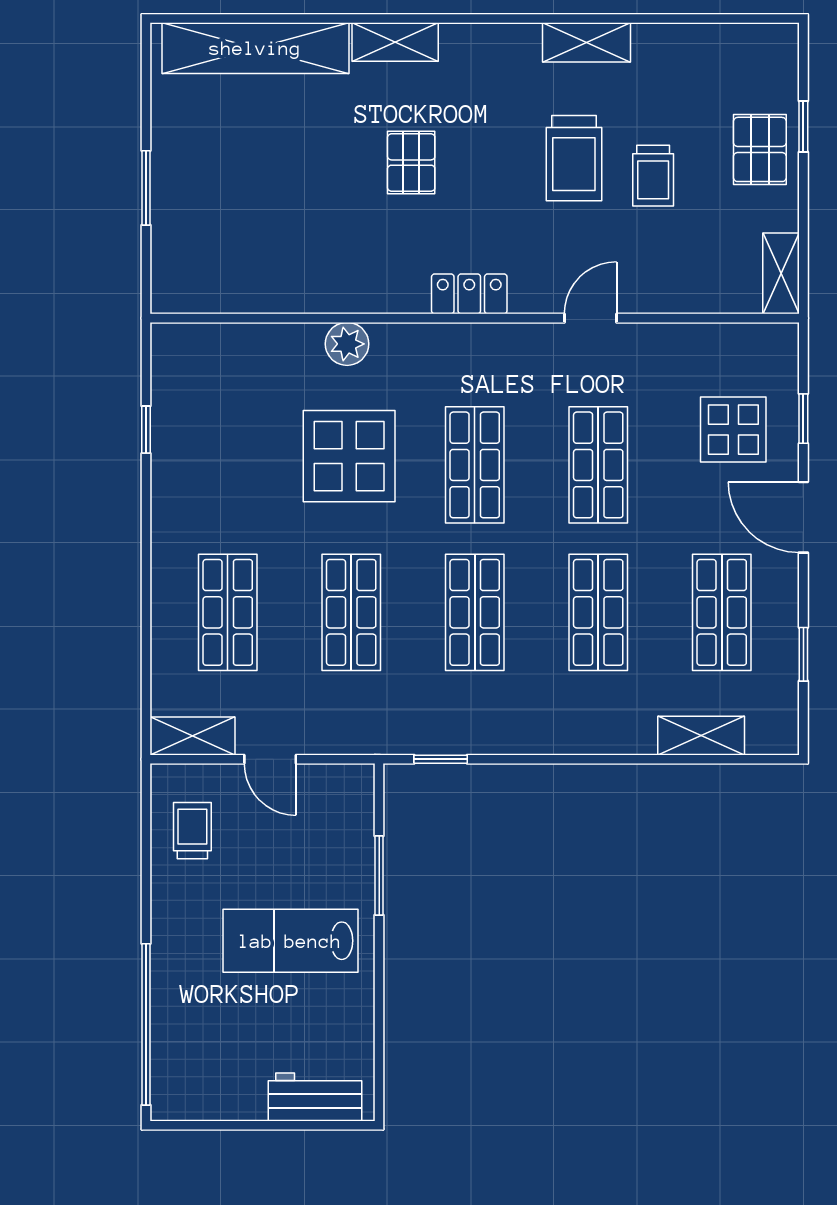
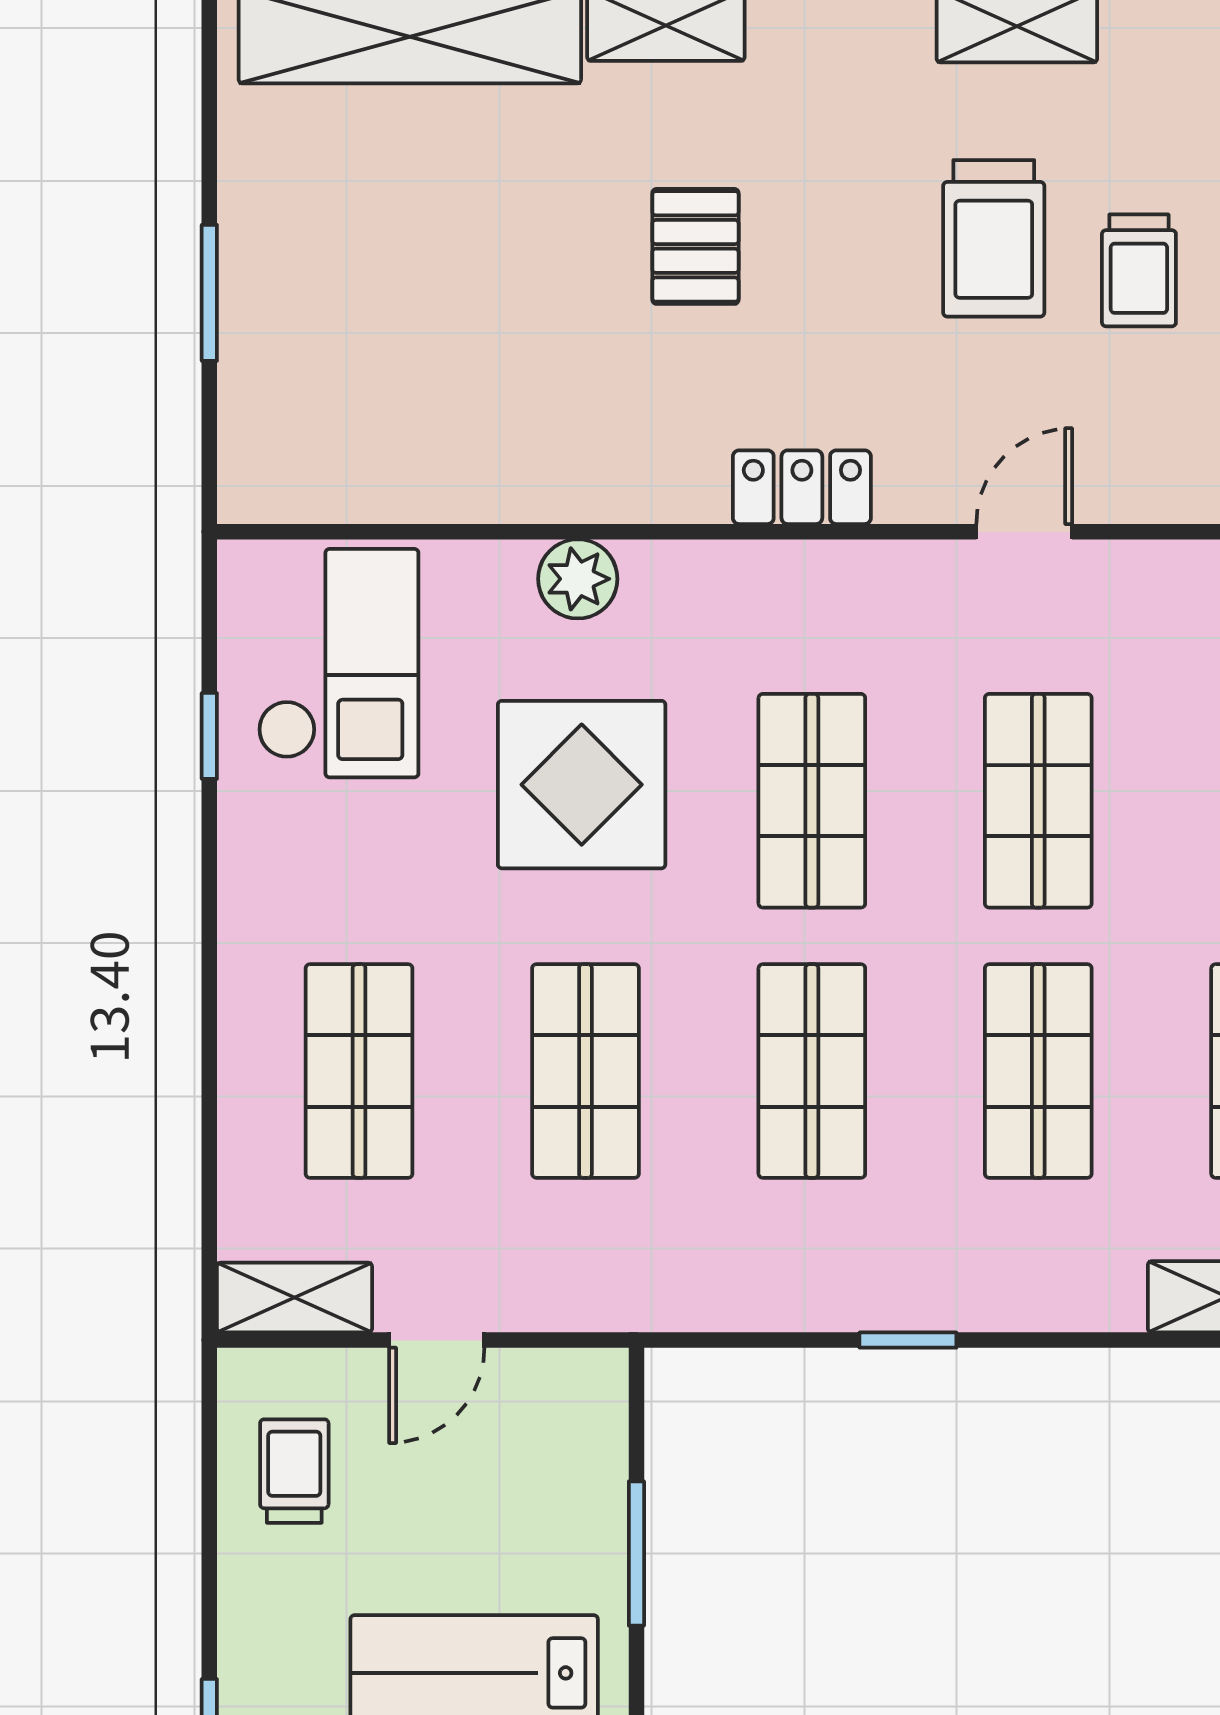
checkout: (216, 390) -> (338, 663), added
door: (270, 759) -> (437, 1340), hinge flipped
window: (441, 759) -> (908, 1340), moved

